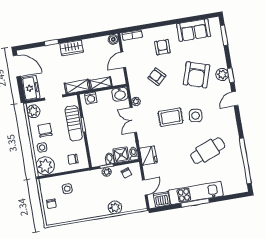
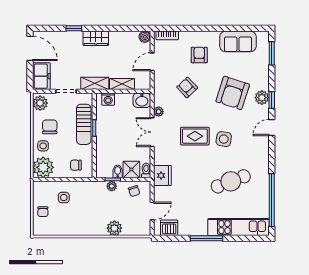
kitchen unit: (196, 193) -> (238, 227), moved

